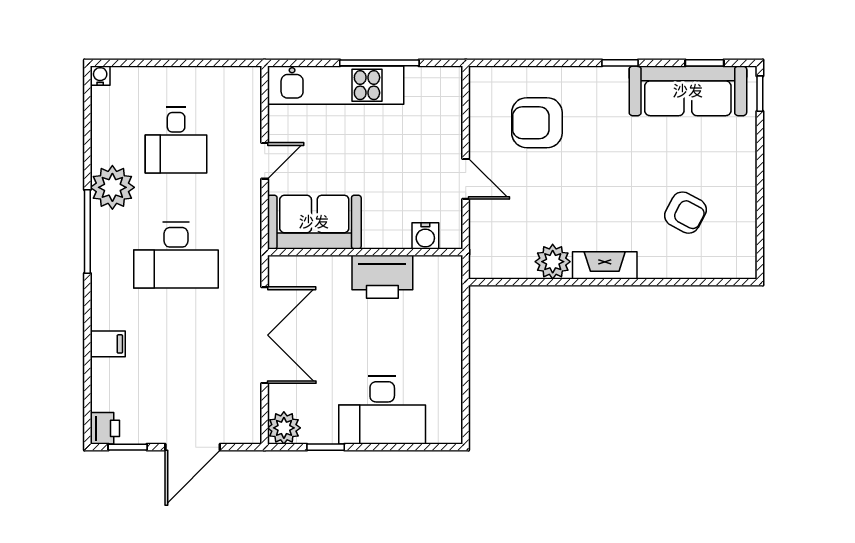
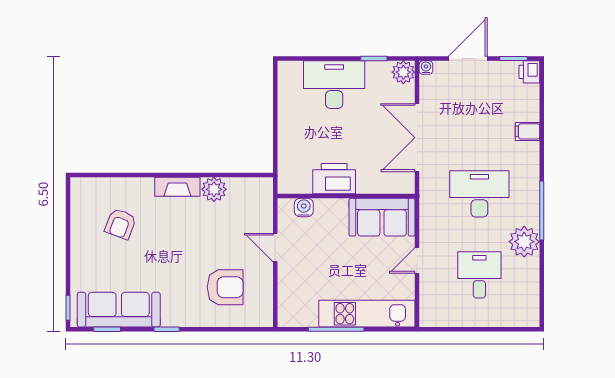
water cooler: (100, 76) -> (426, 68), moved, turned 180
armchair: (686, 213) -> (120, 224), turned -97

